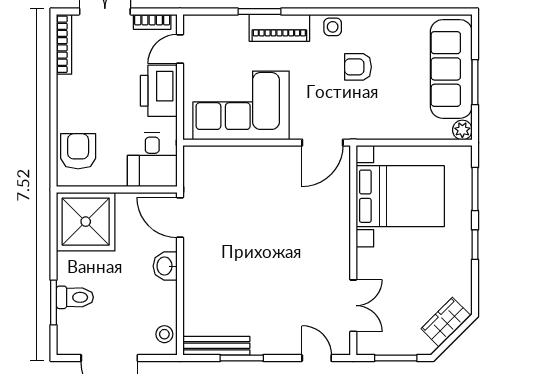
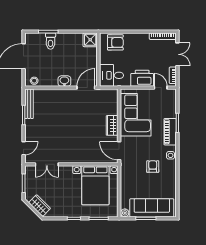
wardrobe: (265, 159) -> (112, 125), added
shower: (86, 222) -> (90, 40), width x0.54, depth x0.54

